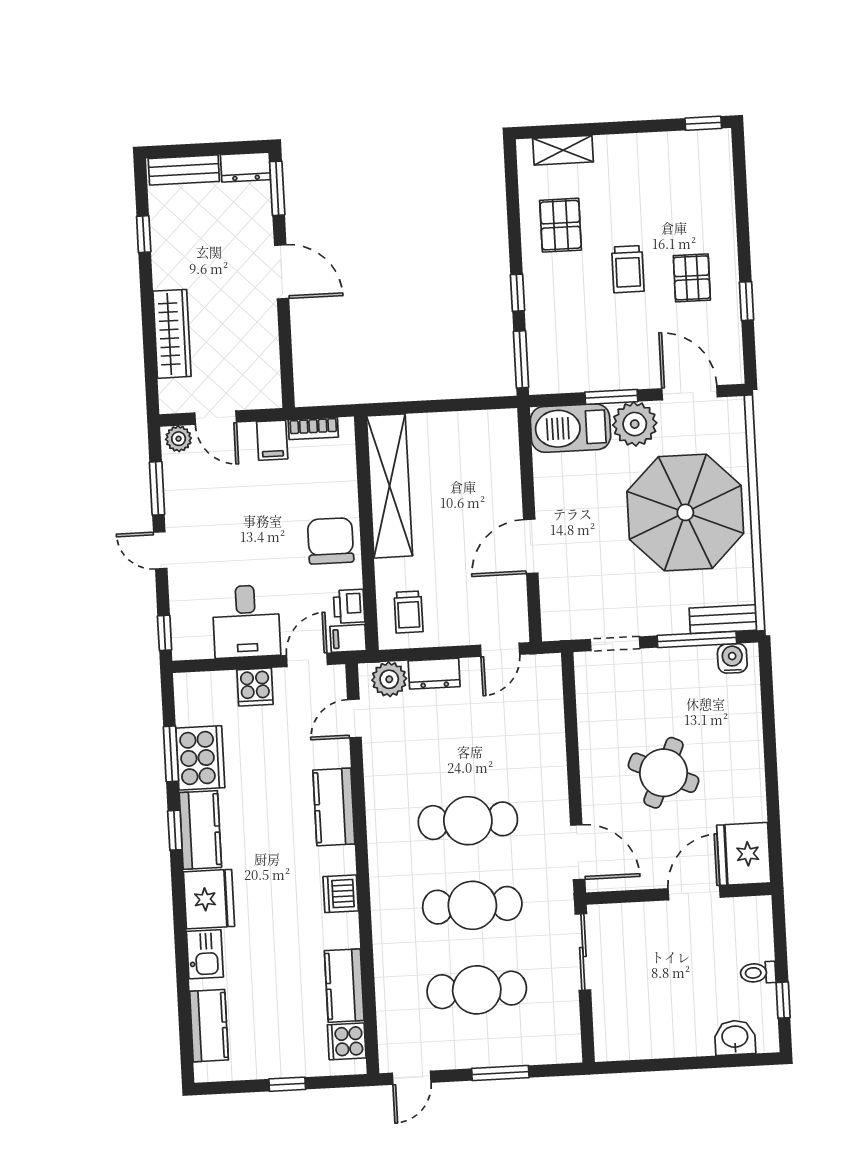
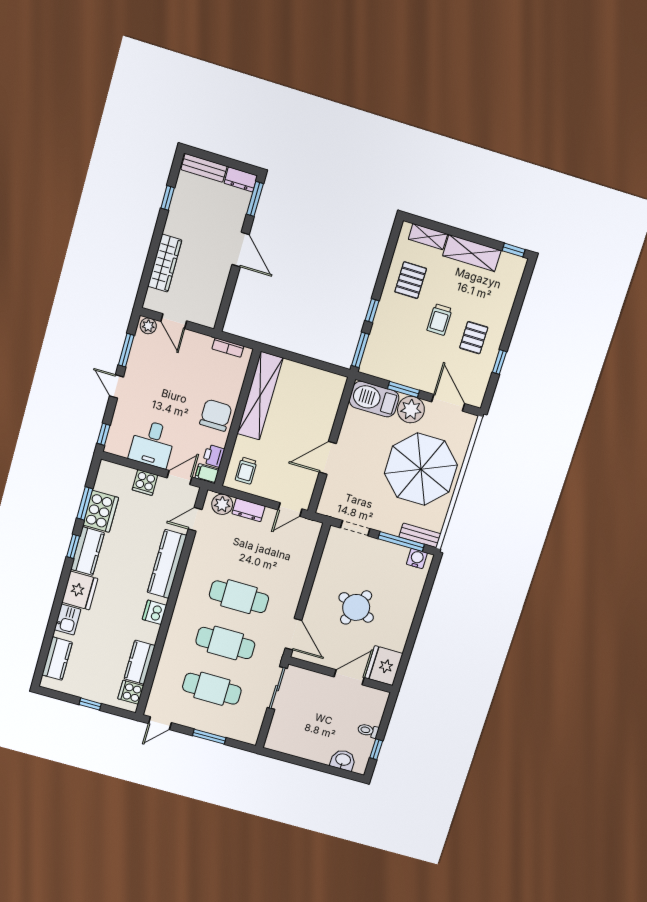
shelving: (640, 151) -> (472, 253), added
filing cabinet: (272, 440) -> (202, 346), removed
kitchen counter: (334, 807) -> (167, 564), width x1.50

